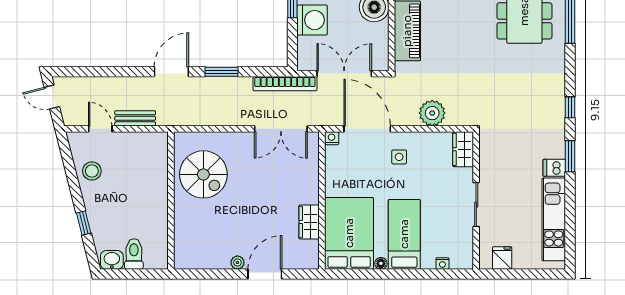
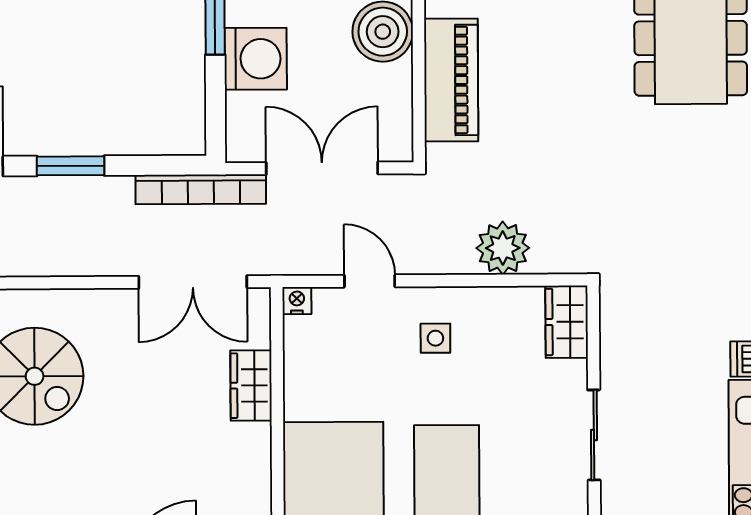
door: (367, 129) -> (370, 281), width x0.53
wardrobe: (309, 222) -> (251, 386), moved

